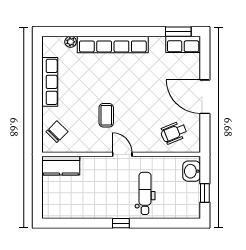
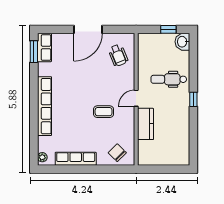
plant: (71, 42) -> (42, 157), moved
kitchen counter: (61, 166) -> (146, 124), moved
washbasin: (192, 171) -> (182, 42), moved, turned 90

